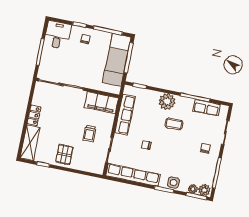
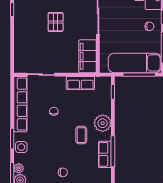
row of seats: (206, 108) -> (105, 154), moved
row of seats: (125, 115) -> (80, 83), width x0.68
trolley: (89, 134) -> (53, 51), removed
pallet: (64, 154) -> (56, 22), moved, turned 90

